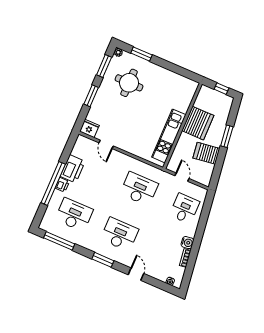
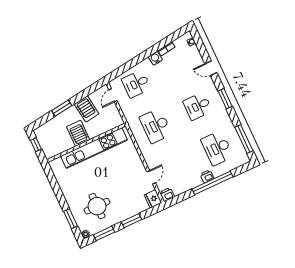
server rack: (198, 123) -> (78, 133), width x0.62
kitchen unit: (169, 136) -> (94, 148), width x1.36
printer: (73, 169) -> (167, 195), moved, width x0.53, depth x0.68
door: (182, 177) -> (113, 95), moved
desk: (119, 234) -> (198, 106), width x0.73
door: (136, 274) -> (211, 68), hinge flipped

